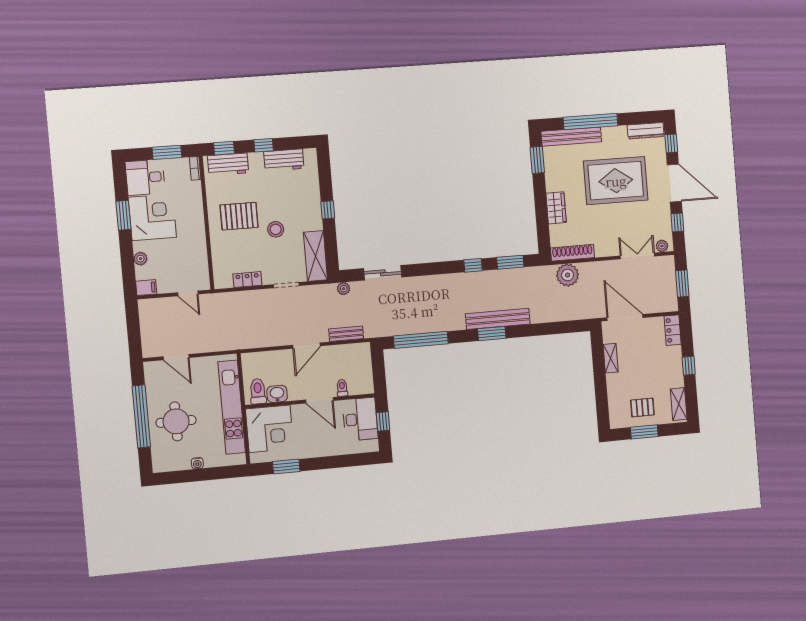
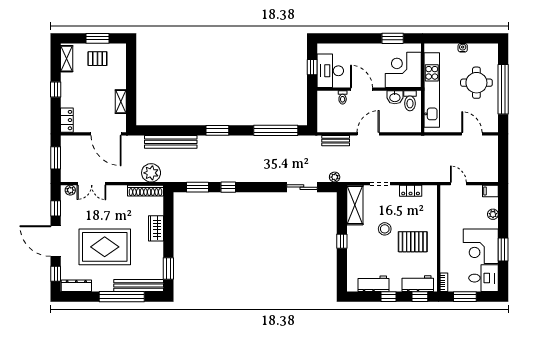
bench: (498, 319) -> (171, 142), moved

